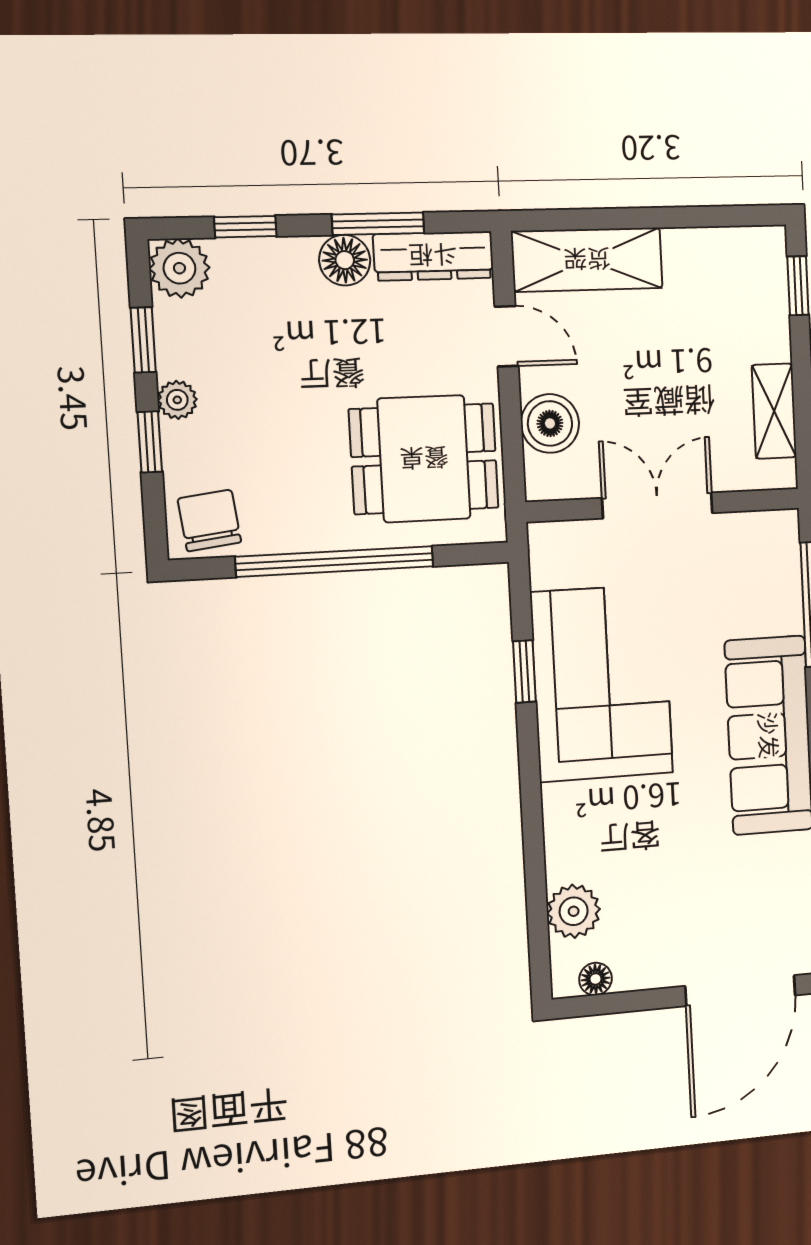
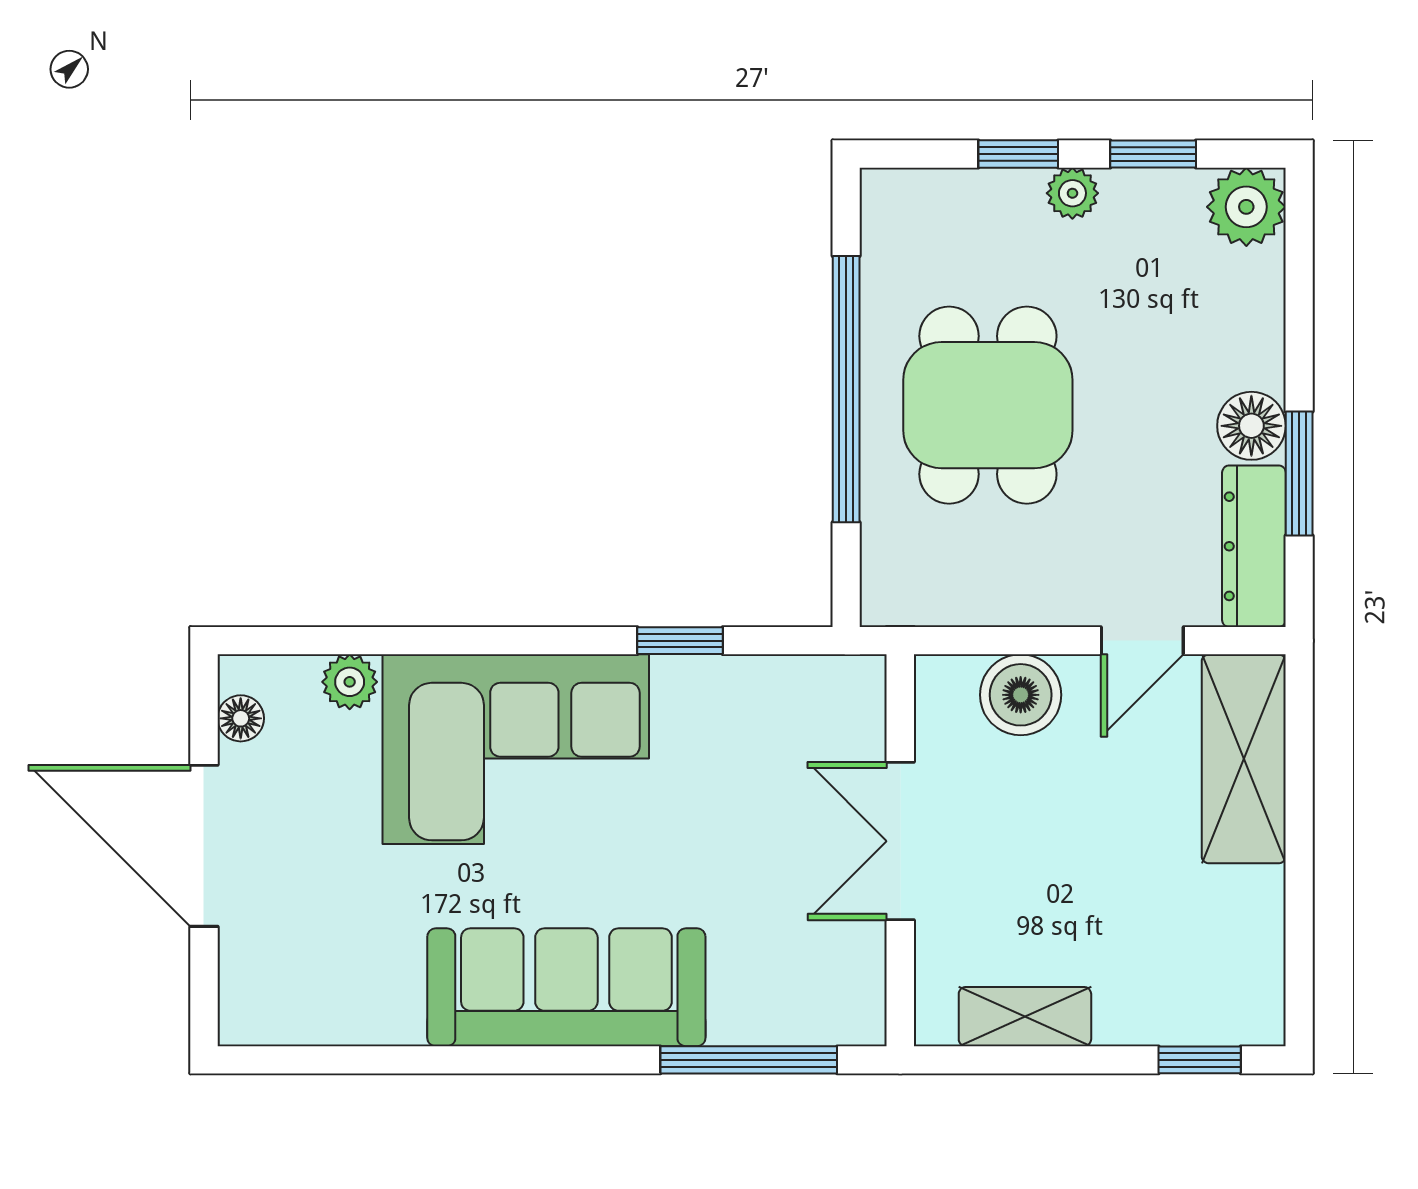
window: (245, 227) -> (1299, 296), removed
dining table: (424, 459) -> (988, 405), moved
double door: (657, 505) -> (900, 841), swing flipped
chair: (209, 520) -> (910, 225), removed
corner sofa: (602, 683) -> (516, 749), moved
plant: (574, 911) -> (350, 682), width x0.73, depth x0.73
door: (740, 991) -> (204, 846), moved

